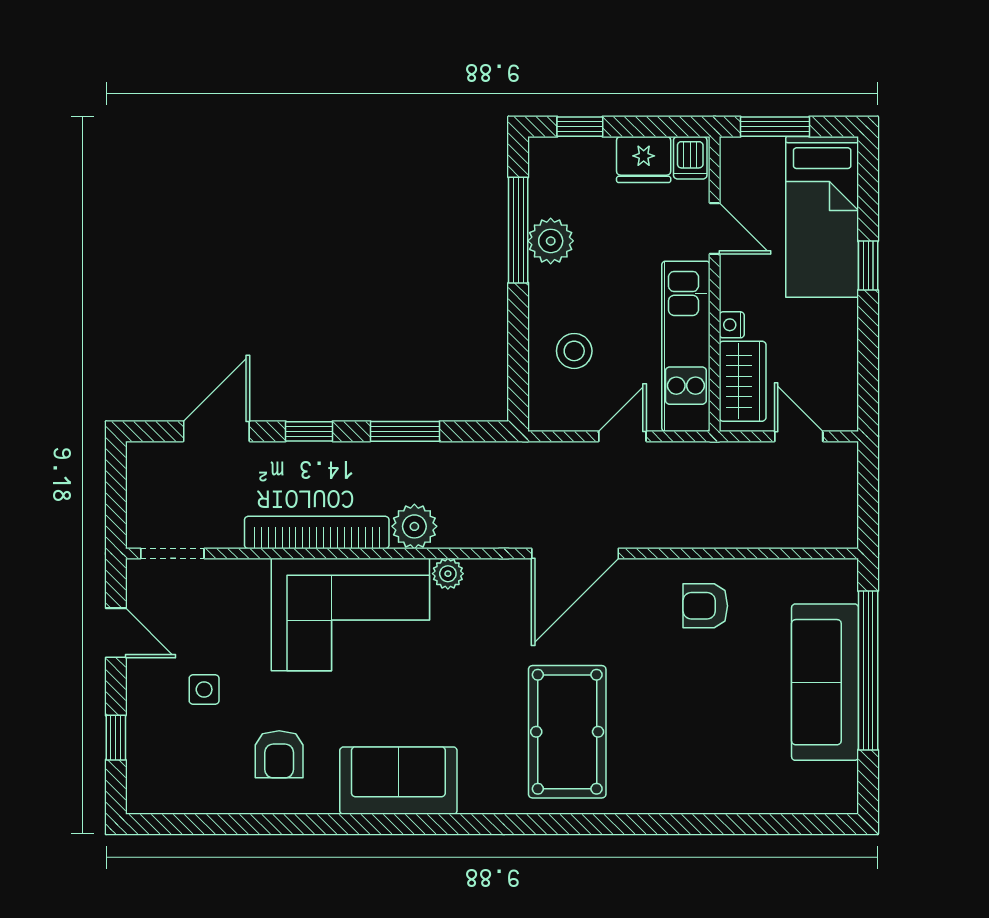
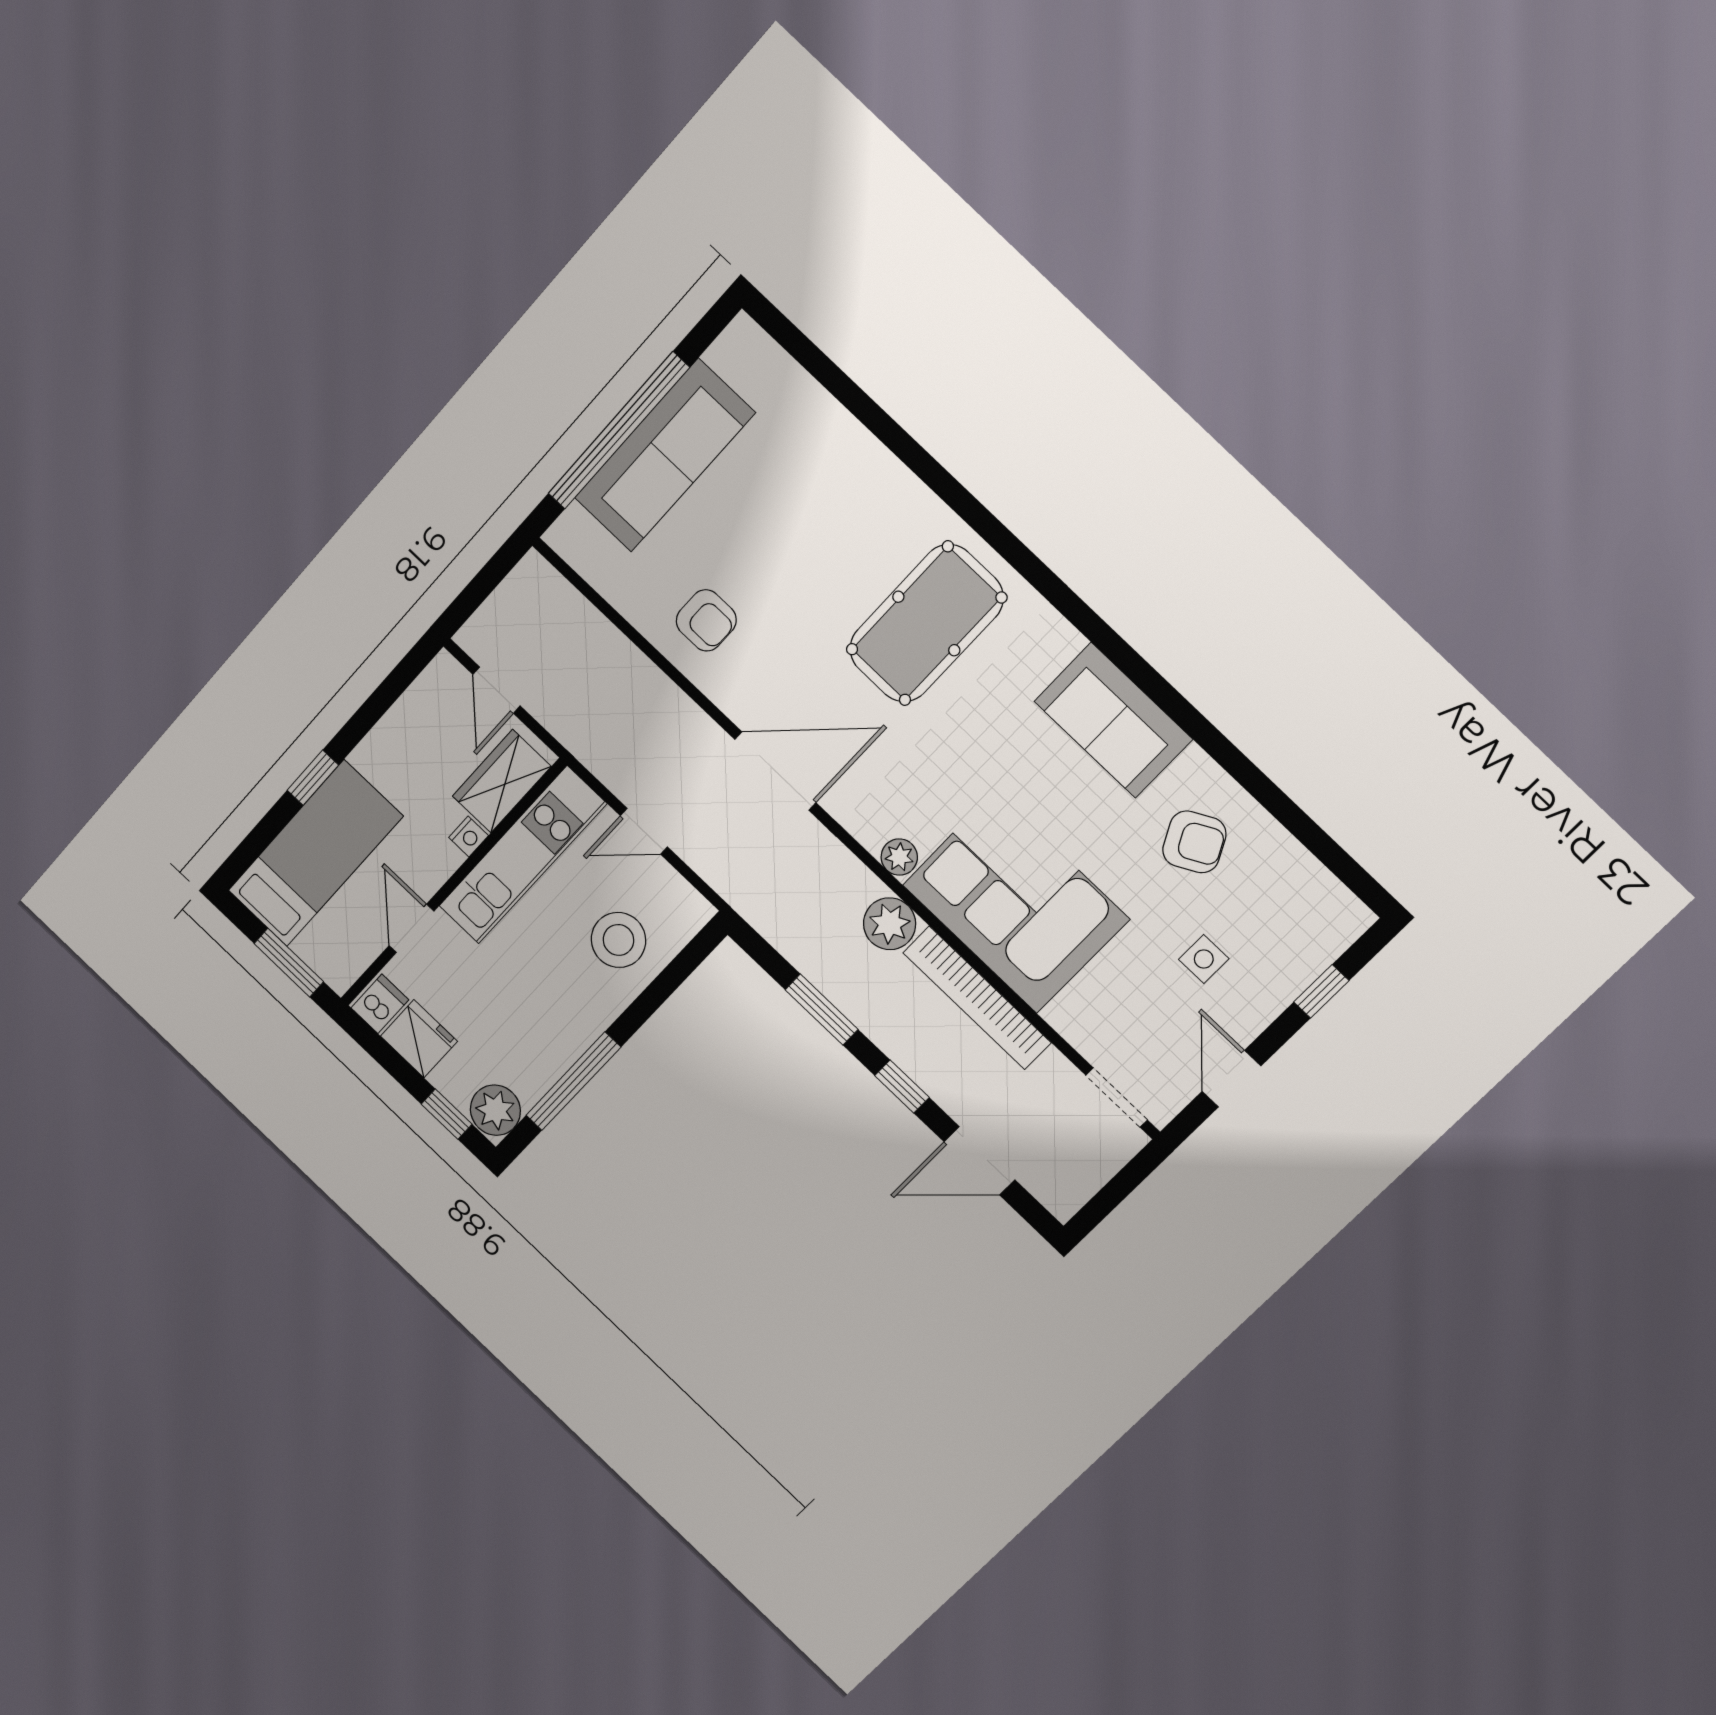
plant: (551, 241) -> (495, 1110), moved
stool: (574, 351) -> (618, 940), width x1.38, depth x1.38
armchair: (279, 754) -> (1194, 842), turned 62

